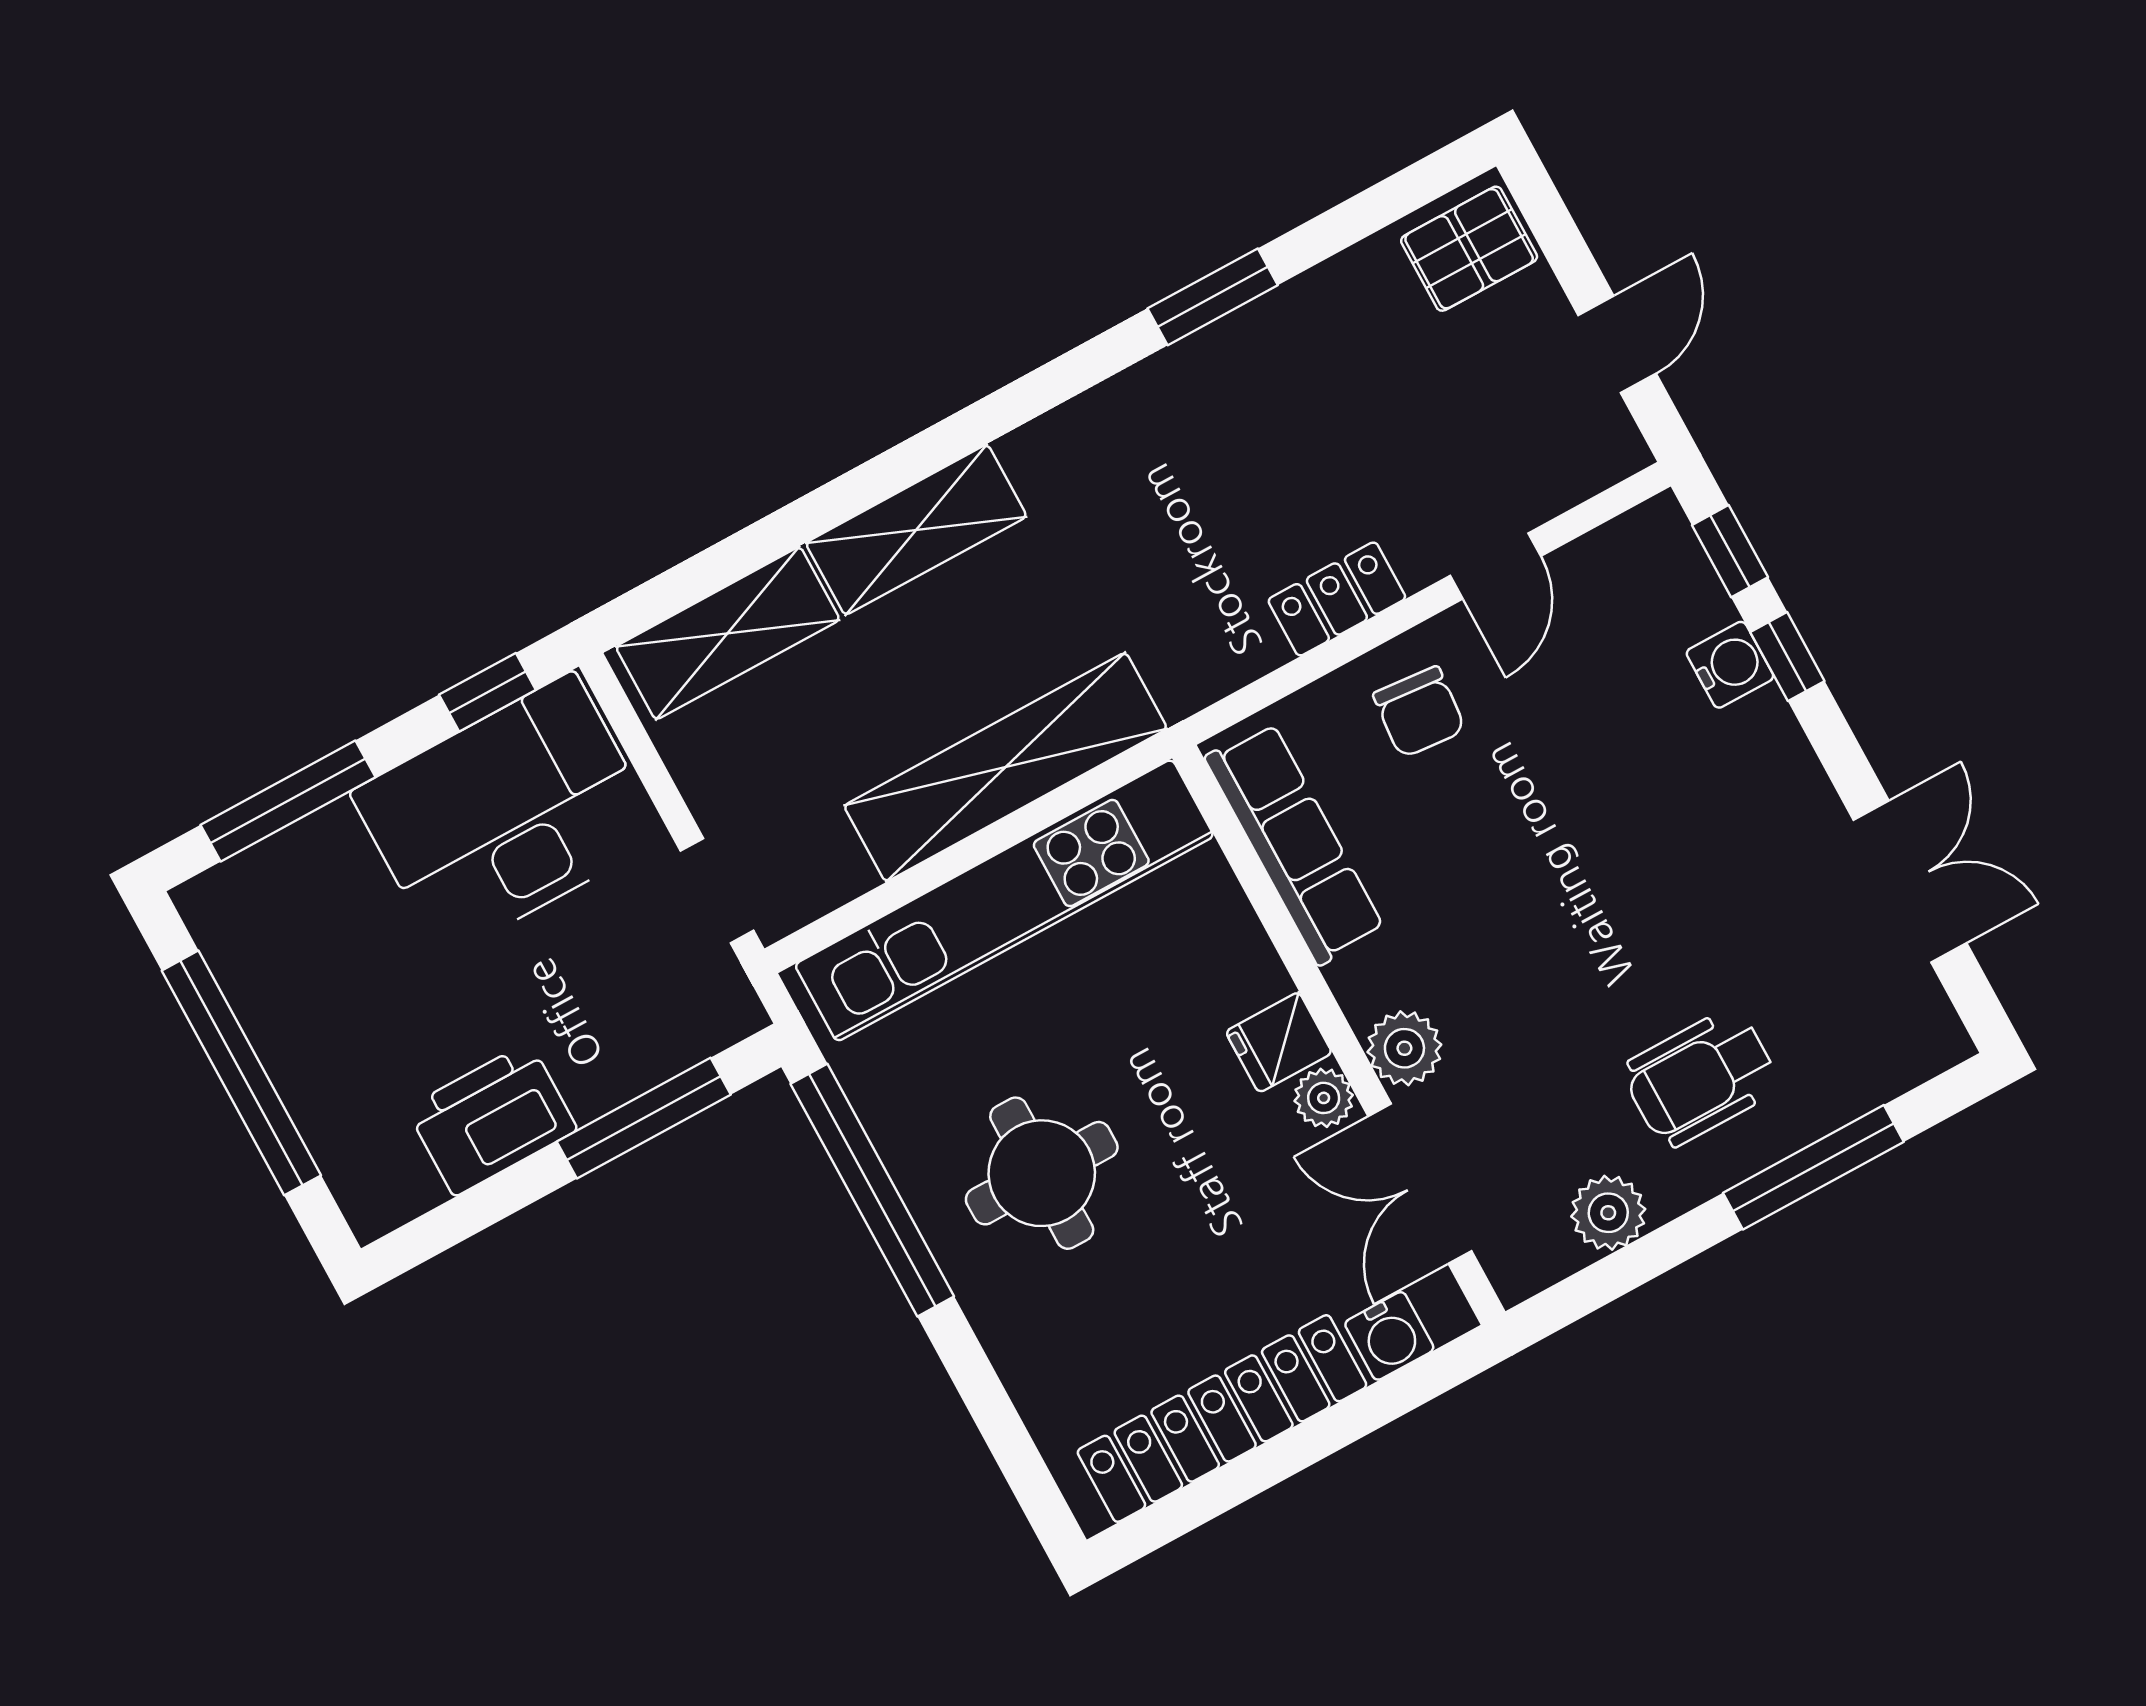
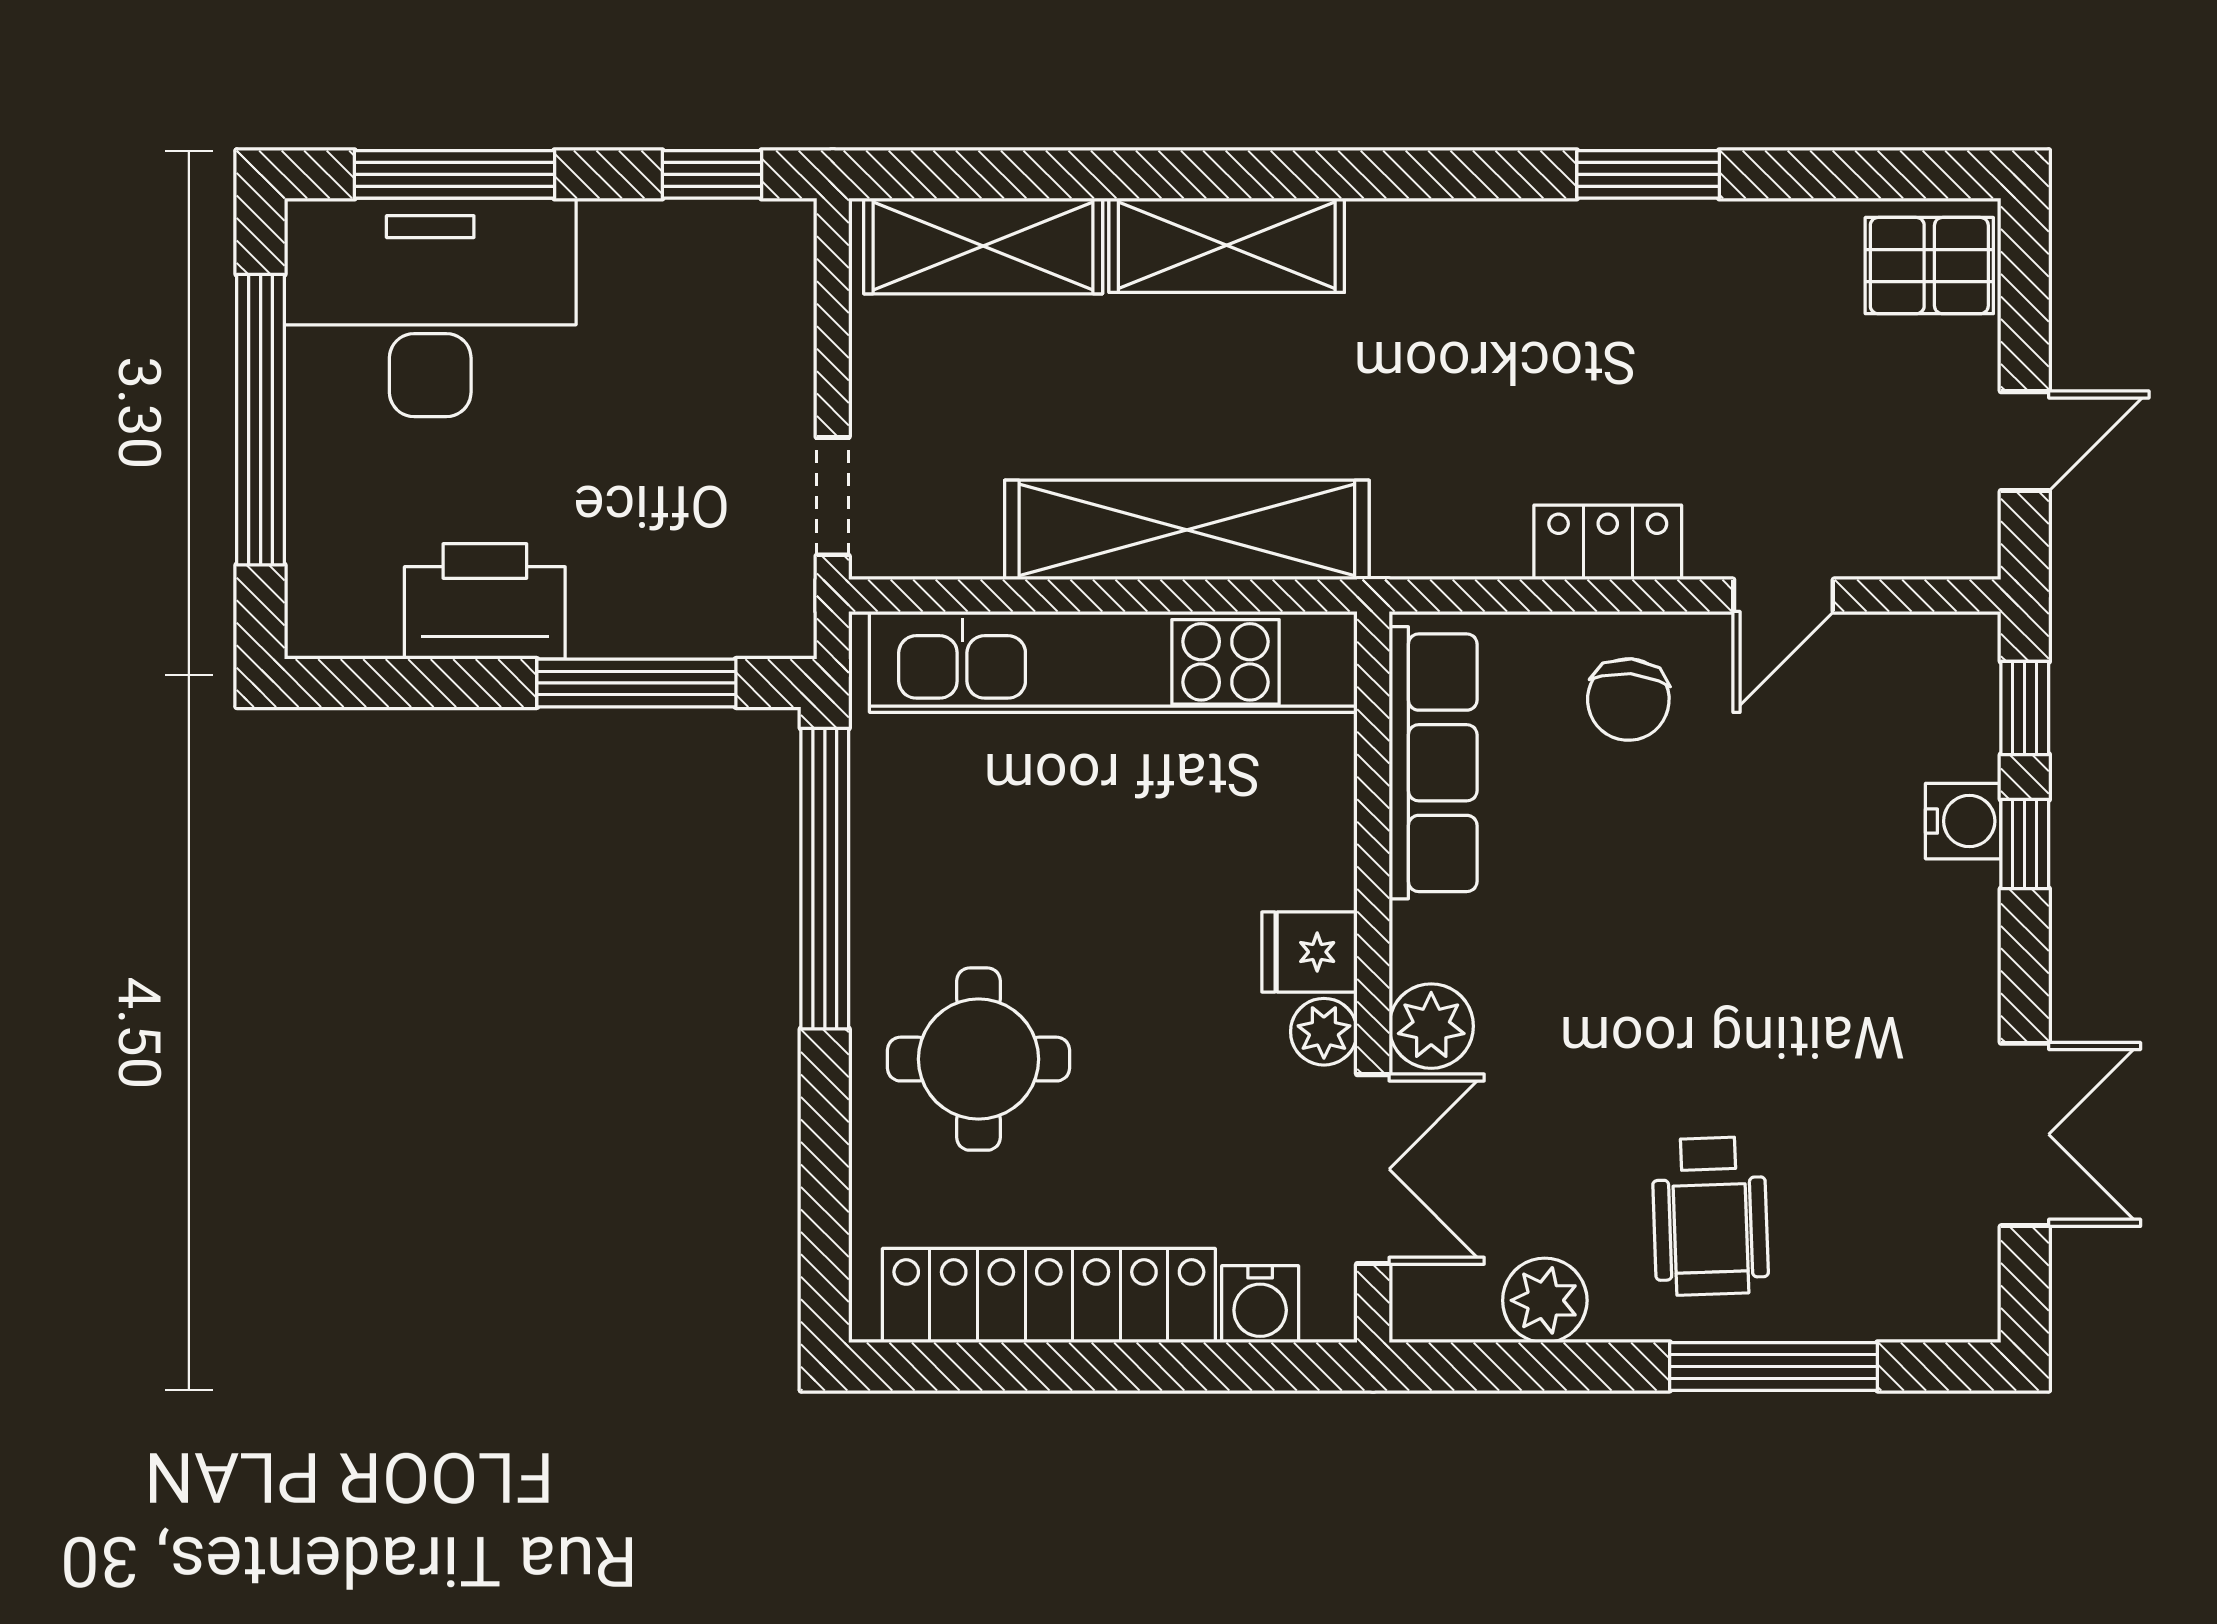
desk: (507, 815) -> (430, 307), moved
wheelchair: (1701, 1078) -> (1710, 1216), turned -92
round table: (1042, 1173) -> (979, 1059), moved
double door: (1420, 1184) -> (1373, 1169), swing flipped

